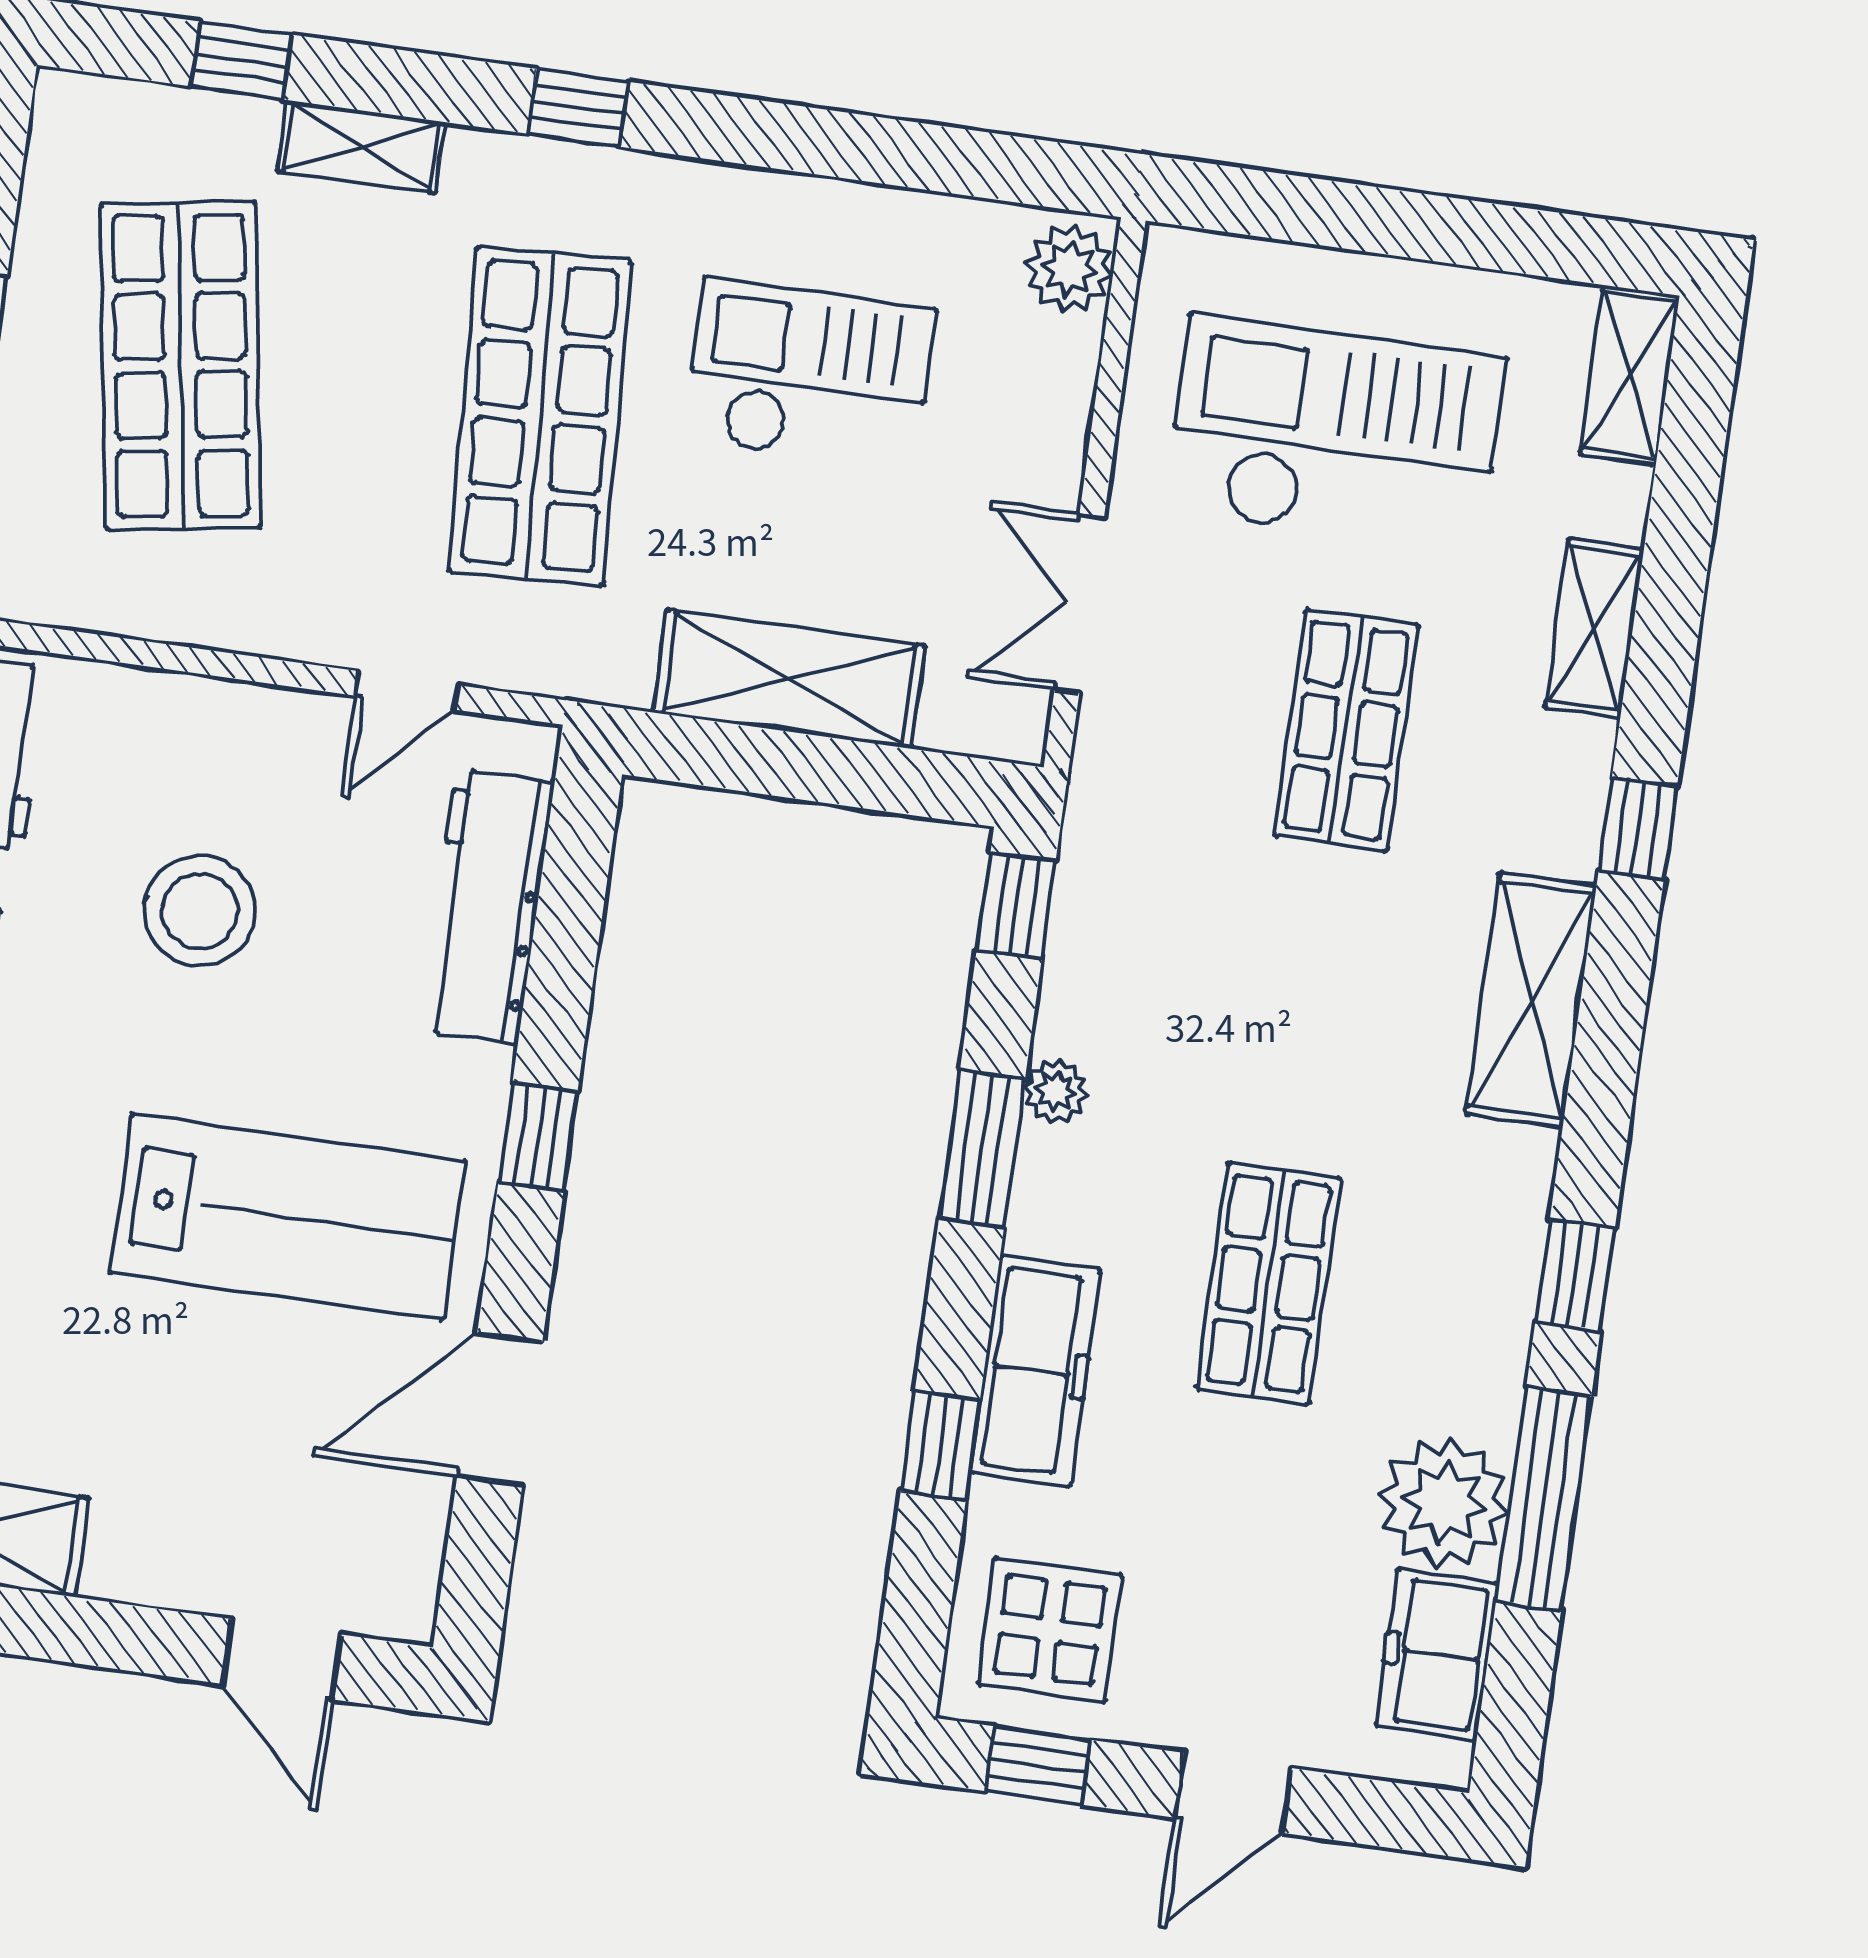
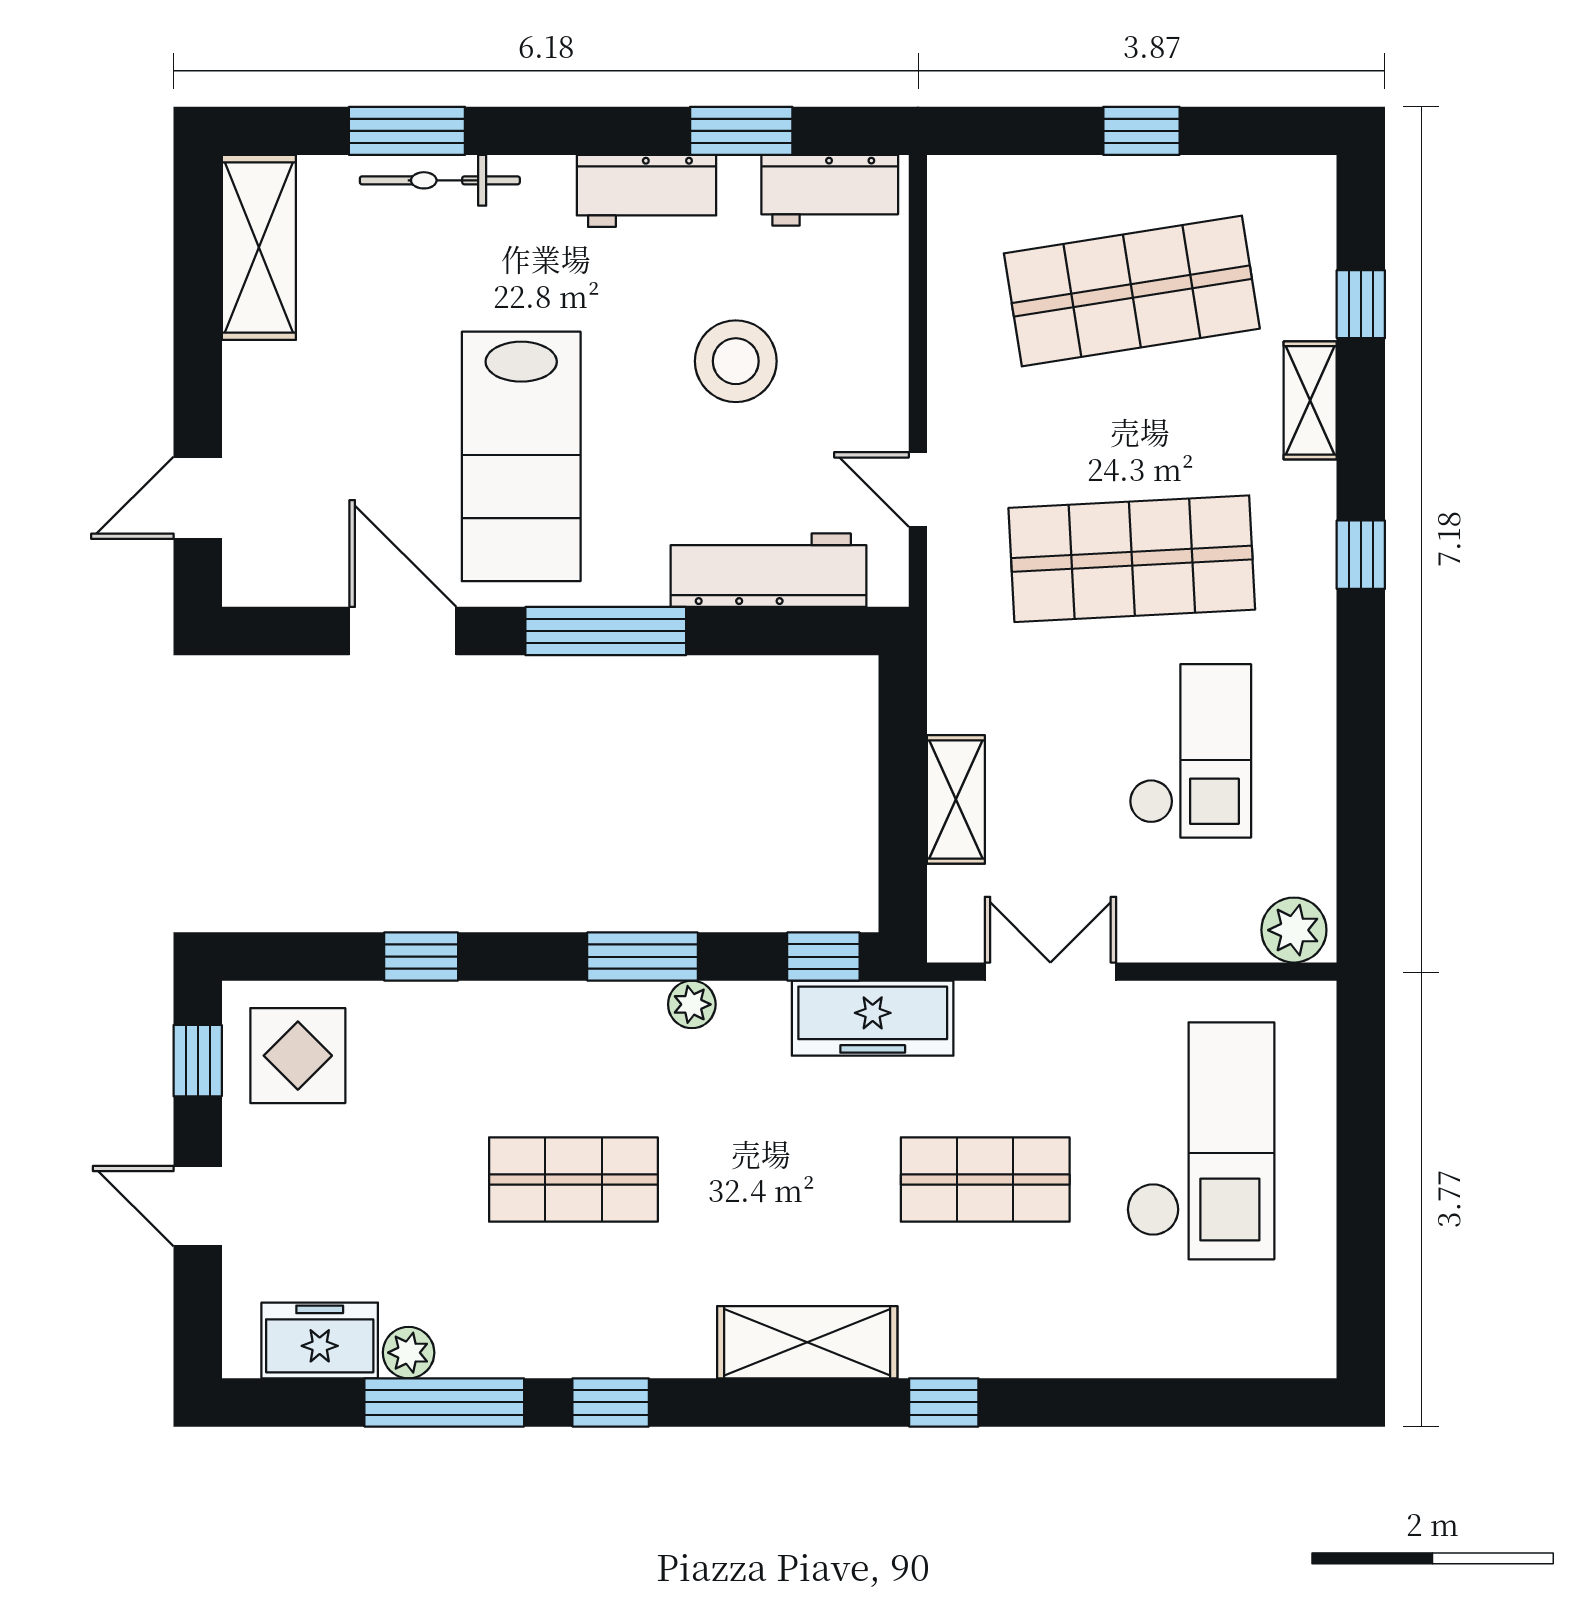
shelving: (1630, 375) -> (1274, 1350), removed
shelving: (1594, 628) -> (1085, 1350), removed
shelving: (789, 679) -> (956, 799), width x0.67, depth x0.75
window: (538, 1136) -> (606, 631), width x2.17
freezer: (1035, 1371) -> (873, 1018), moved
plant: (1444, 1503) -> (409, 1353), width x0.53, depth x0.53

